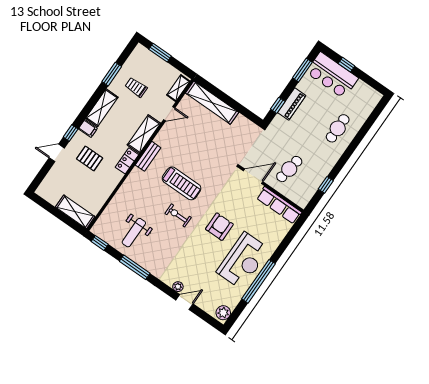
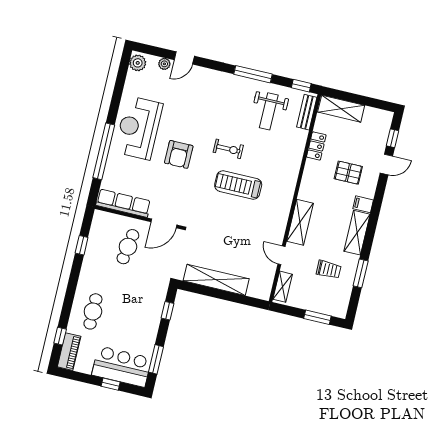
shelving: (212, 103) -> (216, 280), moved
piano: (292, 104) -> (69, 352), moved, turned 180
door: (169, 114) -> (281, 255), hinge flipped
window: (372, 119) -> (60, 336), added
window: (71, 133) -> (393, 138), moved
bench: (148, 156) -> (307, 112), moved
locker: (127, 161) -> (316, 146), moved
weight bench: (134, 233) -> (269, 111), turned 180
window: (258, 281) -> (104, 151), moved
plant: (178, 287) -> (164, 64), moved

